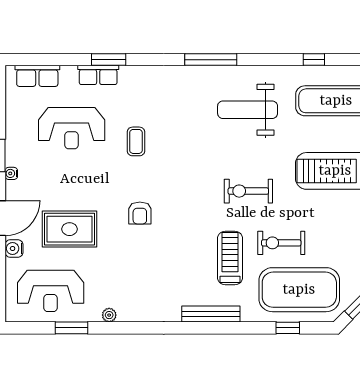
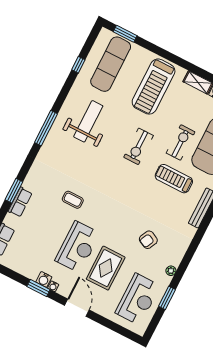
weight bench: (248, 110) -> (88, 121), turned 180
reception desk: (72, 128) -> (78, 247), moved
armchair: (140, 213) -> (148, 240), moved, turned 116
exercise bike: (281, 243) -> (181, 142), turned 180
water cooler: (14, 248) -> (44, 279), moved

